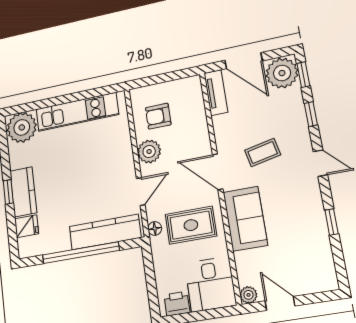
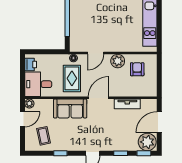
tv unit: (216, 93) -> (127, 104), moved
coffee table: (263, 153) -> (44, 136), moved
door: (141, 192) -> (96, 53), hinge flipped
kitchen counter: (105, 232) -> (76, 29), removed

